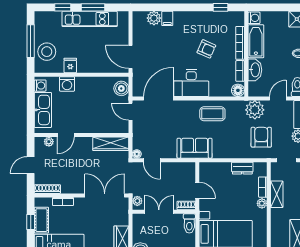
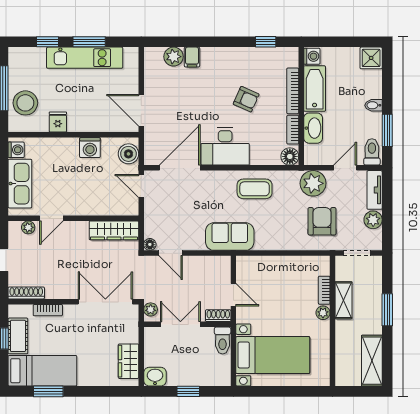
washing machine: (67, 84) -> (90, 148), moved
dresser: (242, 168) -> (296, 264), removed

